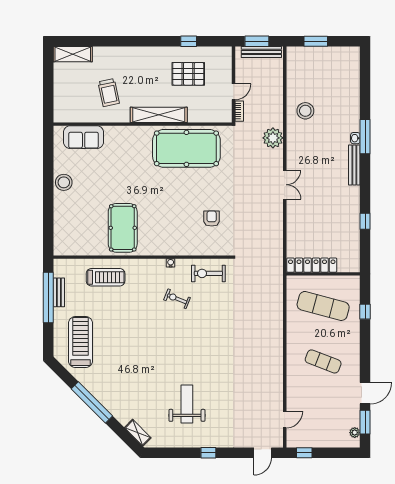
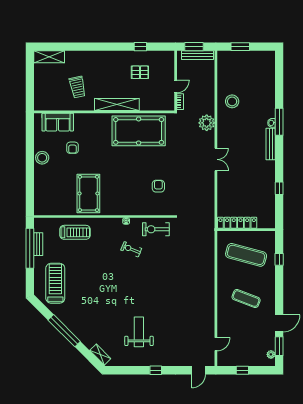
pallet: (188, 74) -> (140, 72), width x0.67, depth x0.71
armchair: (102, 170) -> (73, 148), added
window: (304, 453) -> (242, 370), moved

